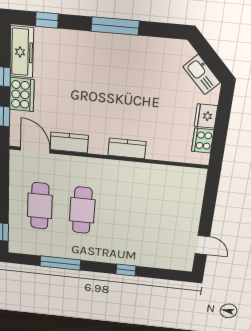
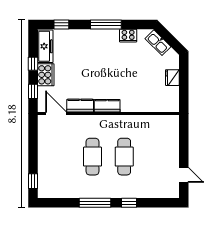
kitchen sink: (202, 75) -> (158, 43), moved
cooker: (203, 141) -> (128, 36), moved, turned -90
kitchen counter: (127, 148) -> (107, 106), moved
cafe table: (40, 206) -> (124, 157), moved
window: (60, 263) -> (95, 203), moved

